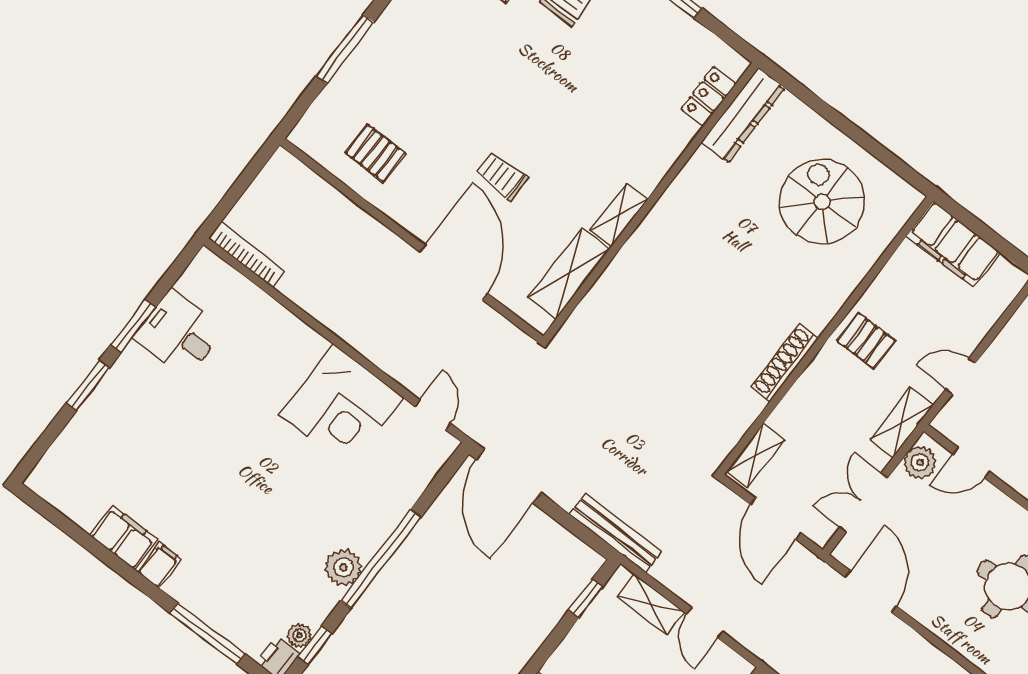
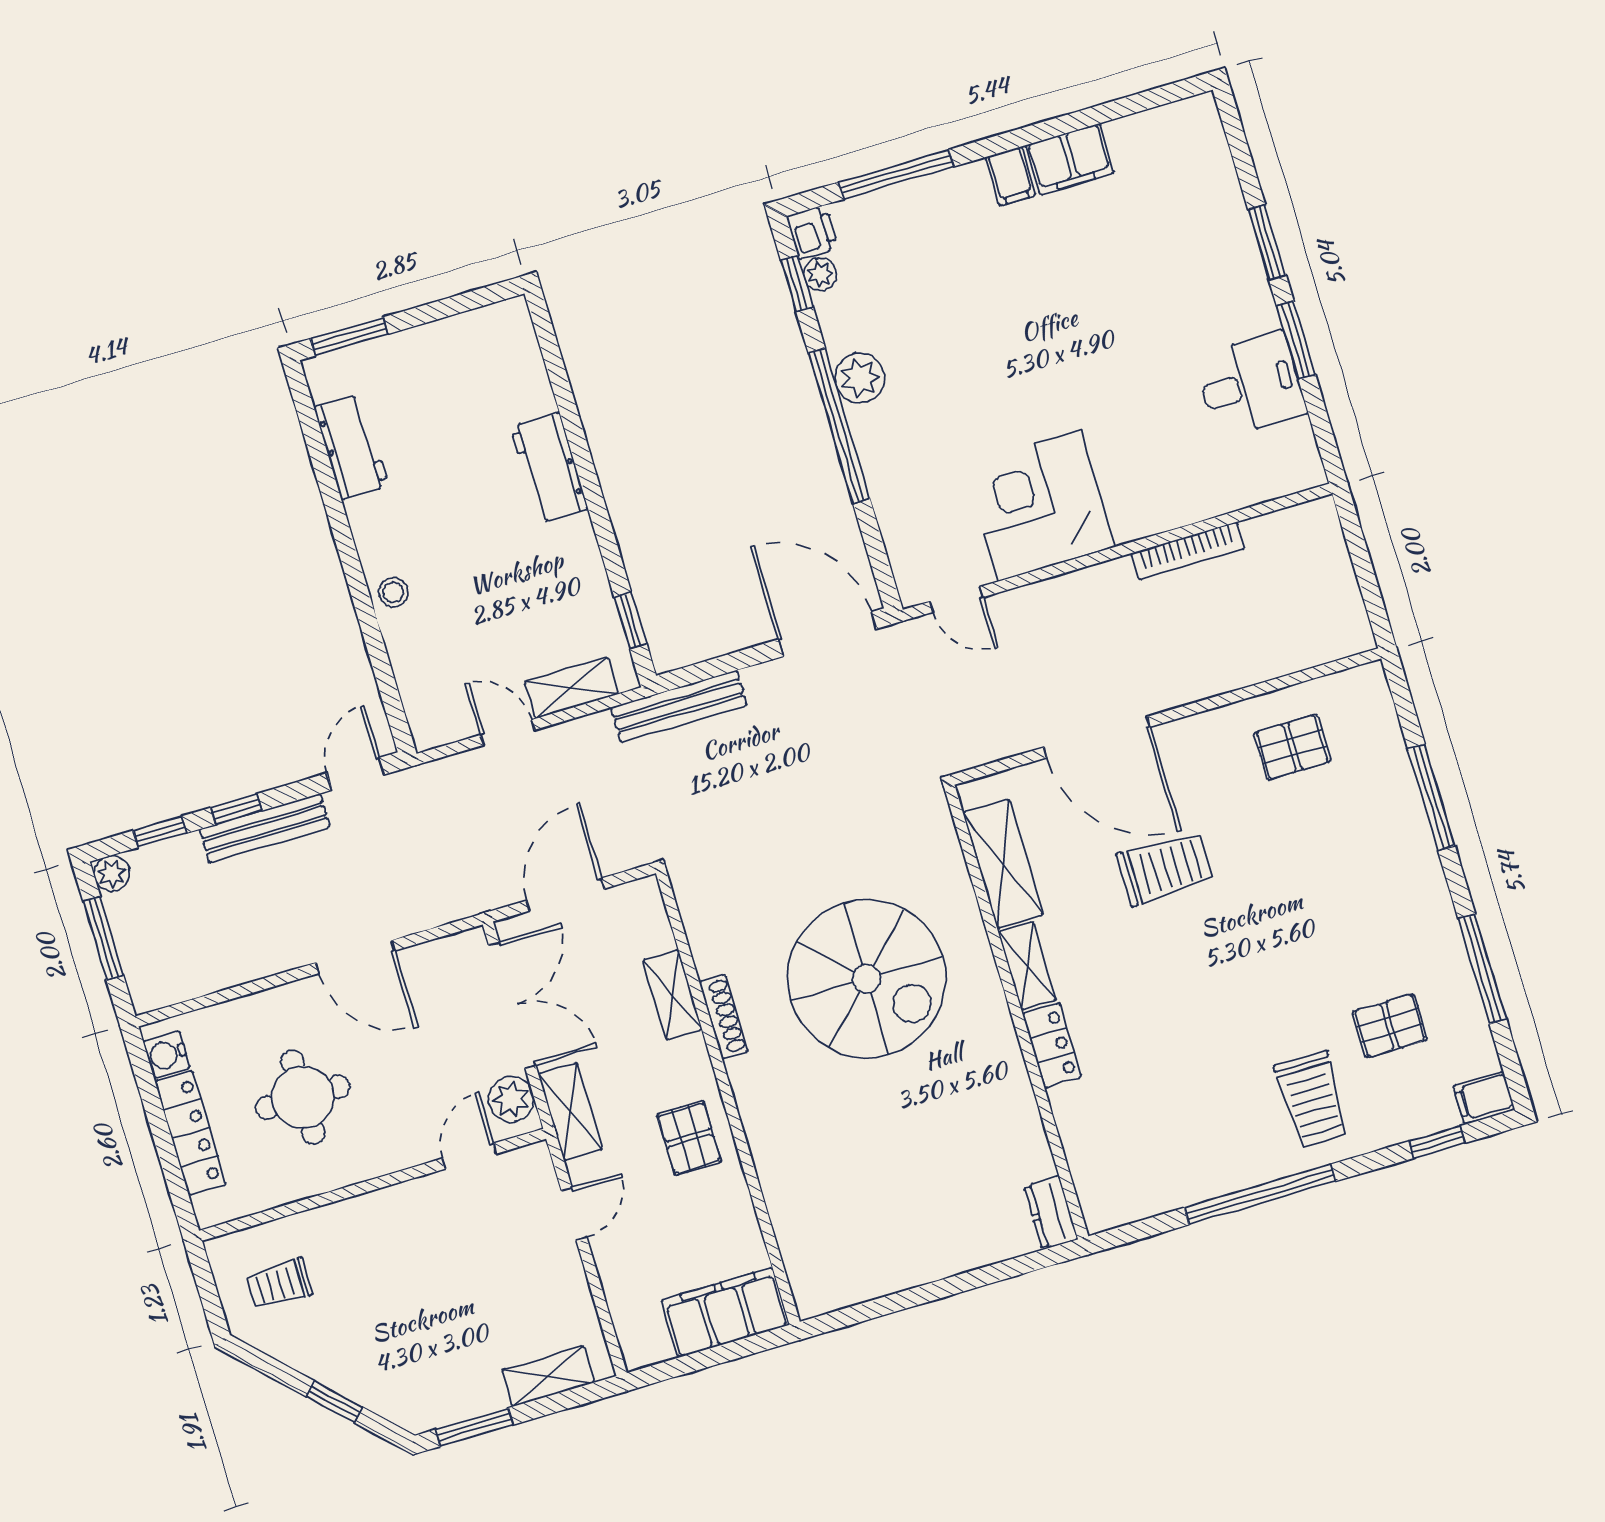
locker: (708, 97) -> (1052, 1045), moved
dresser: (743, 116) -> (1051, 1213), width x0.51, depth x0.80
trolley: (502, 176) -> (1165, 868), width x1.36, depth x1.39
spiral stairs: (822, 202) -> (867, 979), moved, width x1.37, depth x1.37
bookcase: (246, 255) -> (1188, 551), moved
pallet: (866, 341) -> (689, 1138), turned 90
shoe rack: (784, 363) -> (724, 1017), width x0.74, depth x0.81
shelving: (755, 456) -> (672, 995), moved
double door: (864, 502) -> (512, 1005), width x1.37
door: (776, 519) -> (565, 895), hinge flipped
door: (871, 591) -> (355, 957), moved

